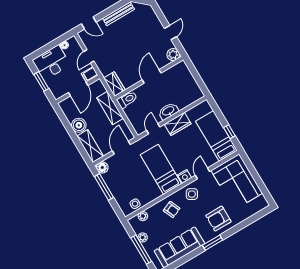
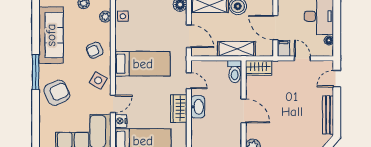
door: (202, 173) -> (113, 104), hinge flipped
nightstand: (184, 176) -> (121, 121), moved
armchair: (218, 219) -> (57, 93), turned 65
window: (213, 243) -> (36, 72), width x1.44

